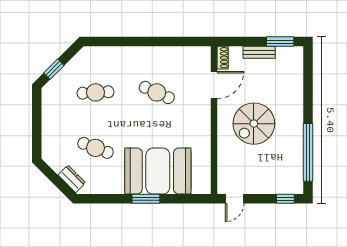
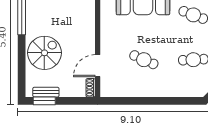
bench: (259, 52) -> (46, 92), moved
spiral stairs: (254, 124) -> (44, 53), moved

